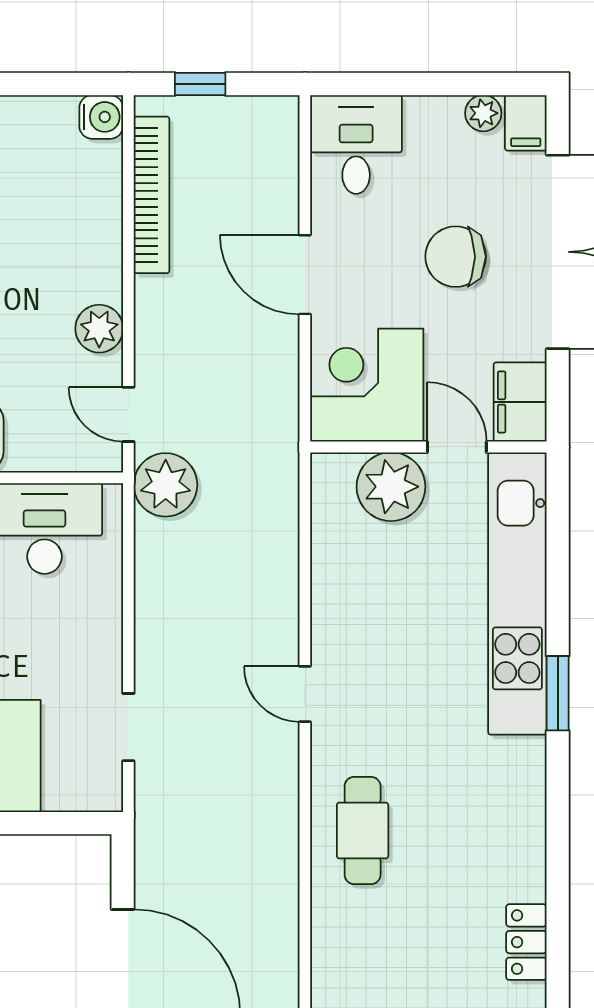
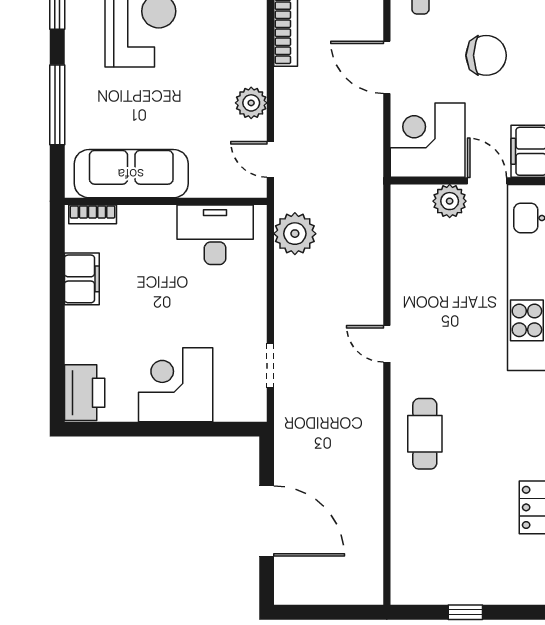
chair: (456, 257) -> (486, 55), turned 180
plant: (166, 485) -> (295, 234), moved
plant: (391, 487) -> (450, 201), width x0.73, depth x0.73

